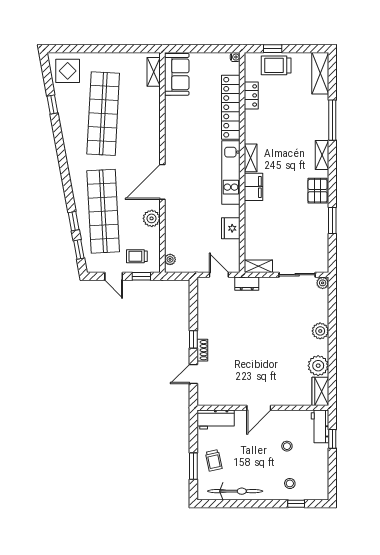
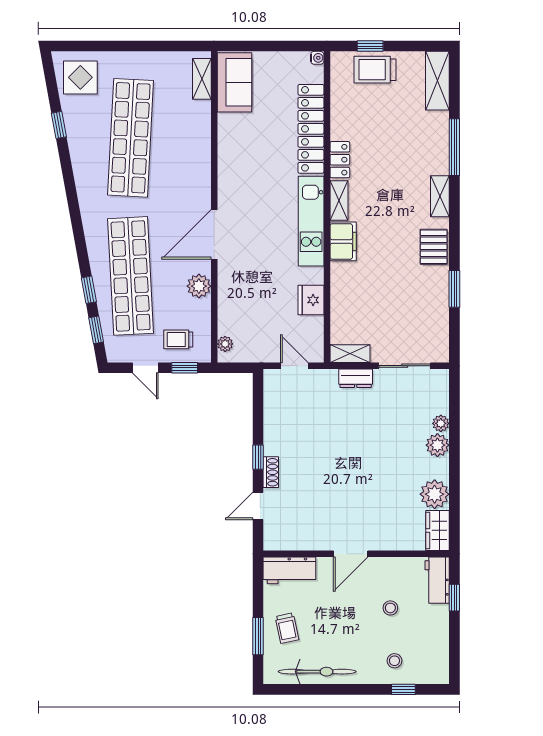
locker: (251, 95) -> (340, 160), moved
plant: (323, 283) -> (441, 423), moved
dresser: (247, 284) -> (356, 378), moved

